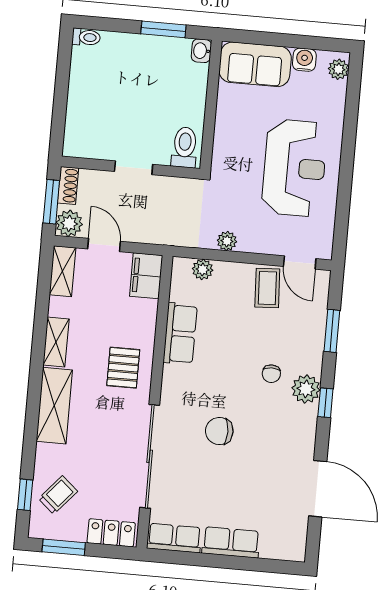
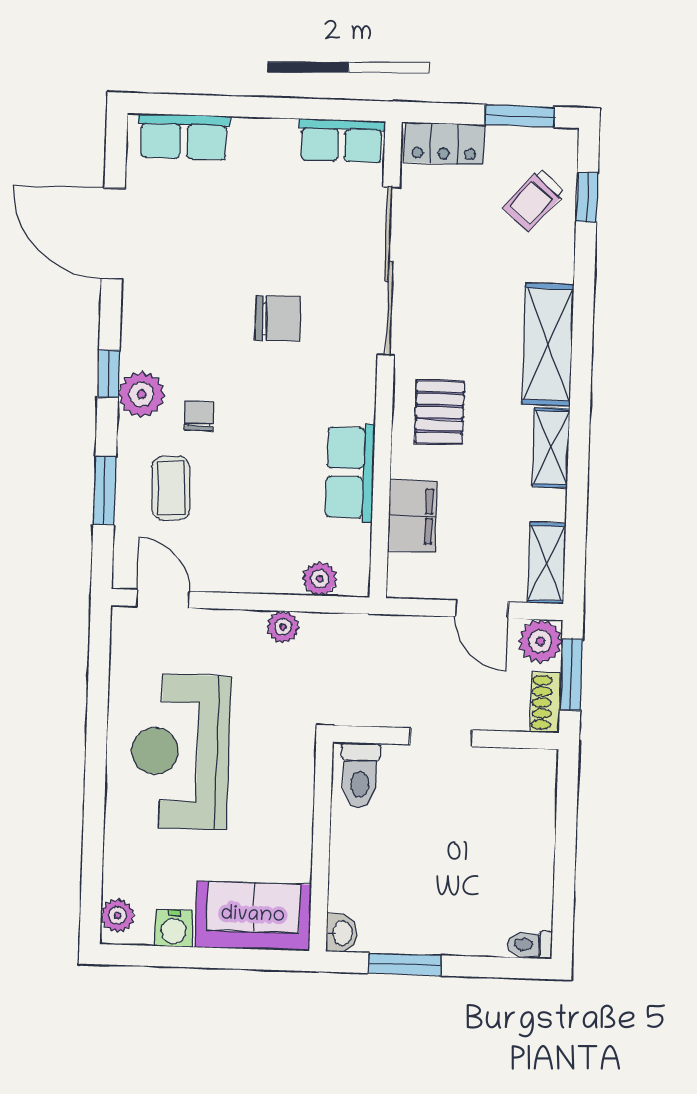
filing cabinet: (146, 276) -> (412, 516), moved
coffee table: (267, 288) -> (171, 488), moved
row of seats: (231, 542) -> (184, 137), moved

